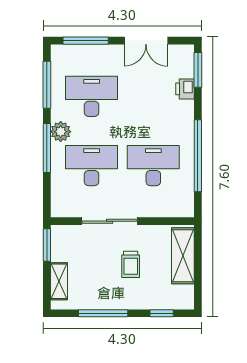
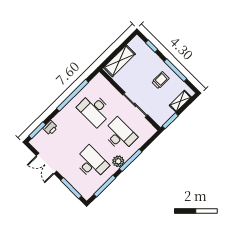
double door: (146, 41) -> (46, 163), swing flipped
desk: (92, 96) -> (91, 163), turned 180
desk: (92, 166) -> (120, 135), turned 180
trolley: (131, 264) -> (160, 80), moved

